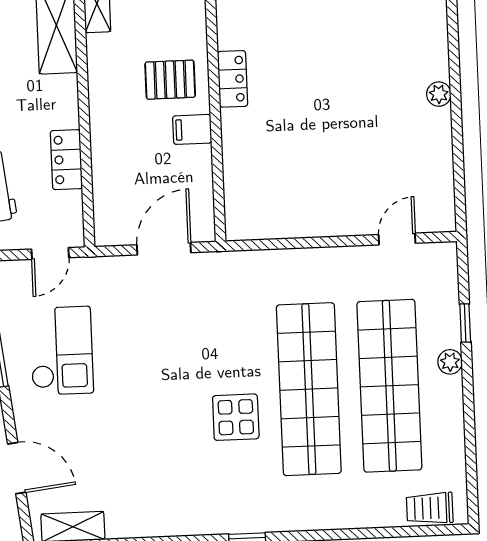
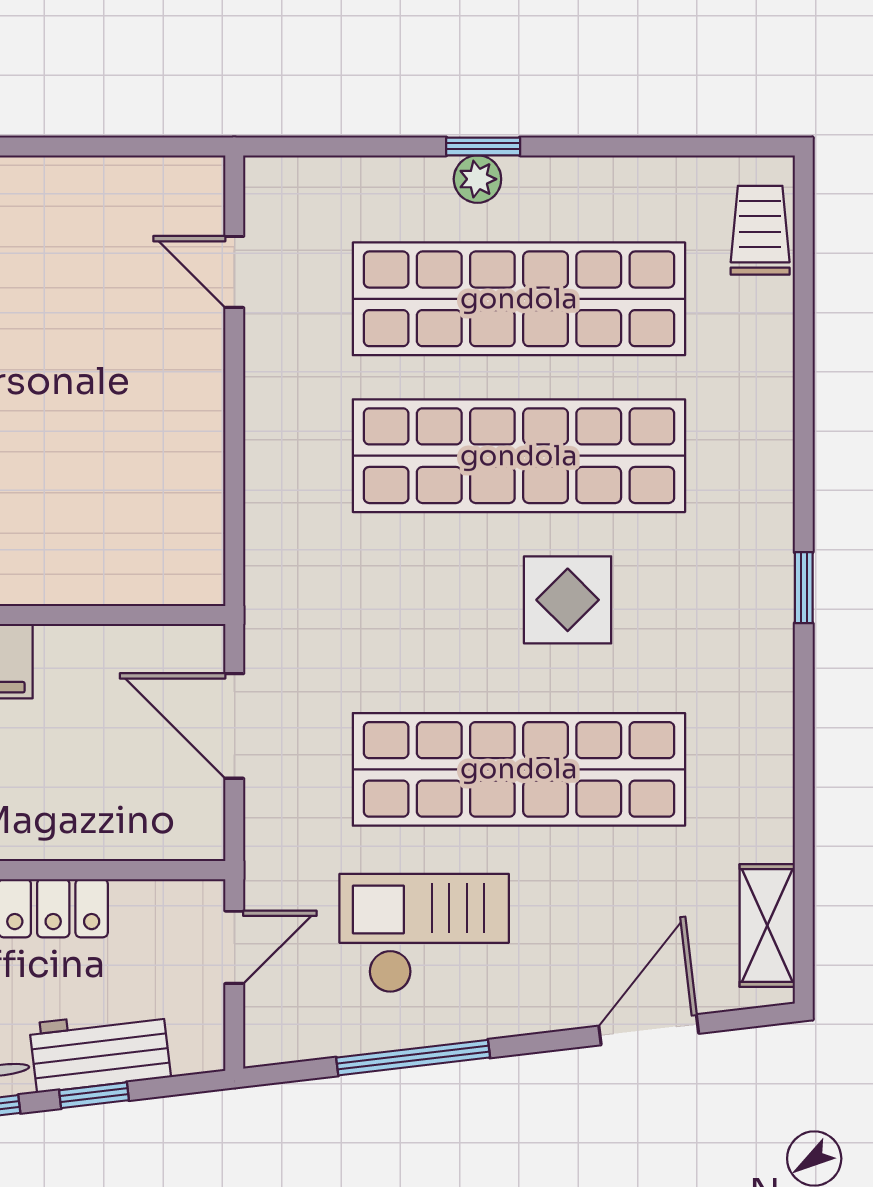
door: (50, 253) -> (234, 947), hinge flipped
window: (465, 323) -> (483, 146), moved
shop shelf: (148, 396) -> (519, 769), added
trolley: (430, 508) -> (760, 230), turned 180

